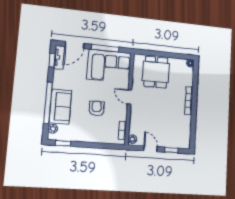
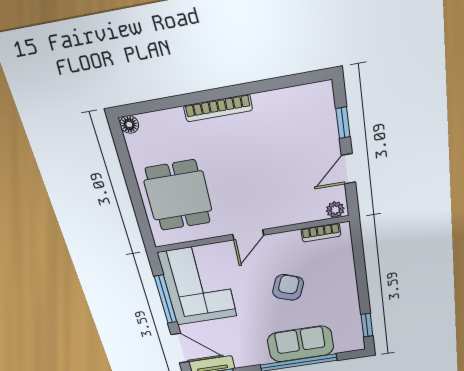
dining table: (156, 72) -> (178, 196), turned 90
armchair: (97, 108) -> (288, 287), turned 111
plant: (53, 129) -> (344, 346), removed

